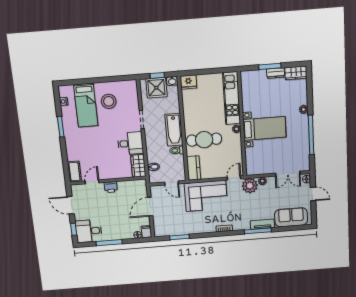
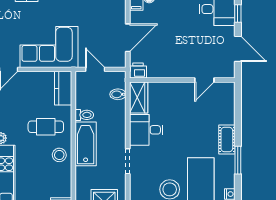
stool: (193, 120) -> (59, 155), added
cafe table: (204, 140) -> (46, 127), width x0.73, depth x0.74
cot: (74, 172) -> (227, 140), moved
printer: (111, 187) -> (138, 71), moved

